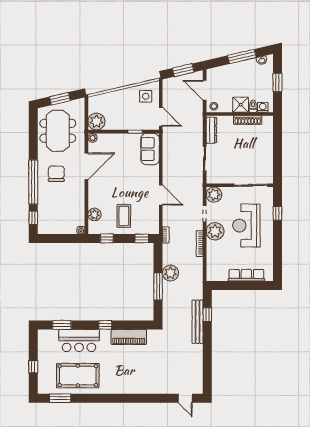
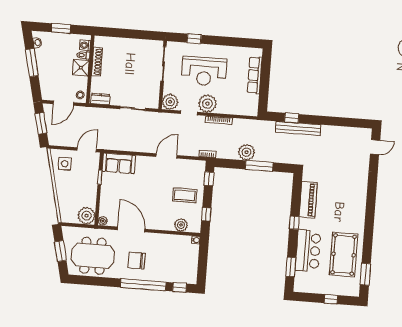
dresser: (211, 130) -> (100, 99), width x0.70

